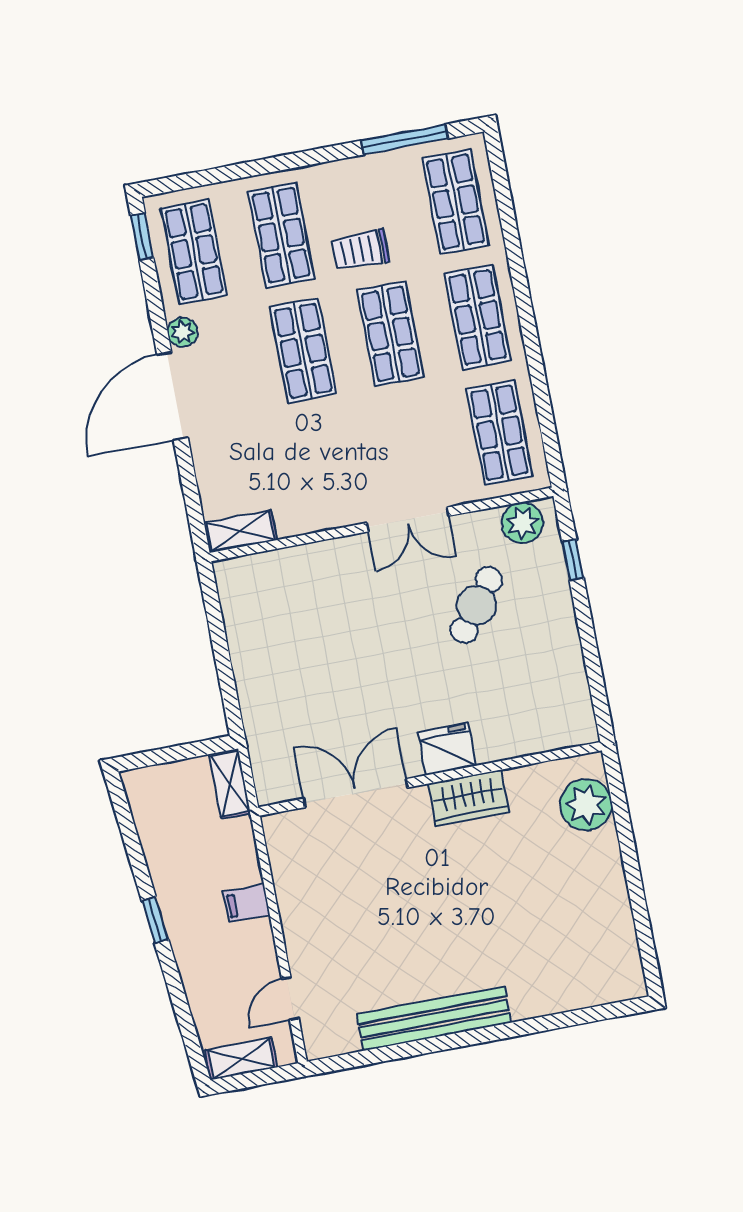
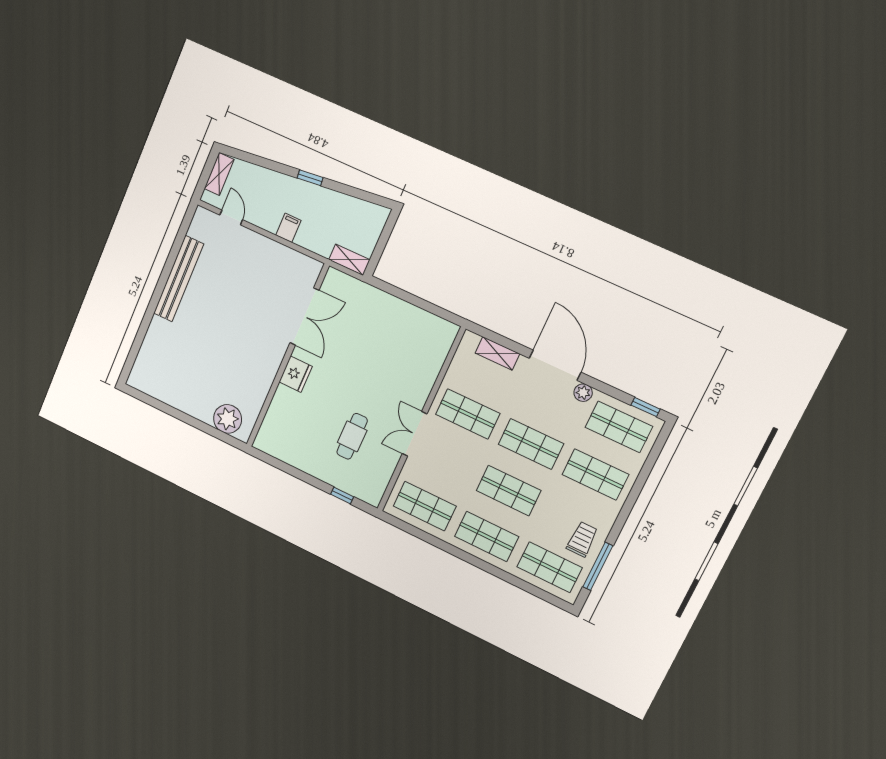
trolley: (360, 250) -> (582, 539), moved
shop shelf: (325, 466) -> (468, 414), added
plant: (522, 523) -> (375, 485), removed
shelving: (240, 531) -> (497, 353), moved, turned 90
cafe table: (477, 605) -> (352, 436), turned 53
wardrobe: (468, 798) -> (267, 368), removed

